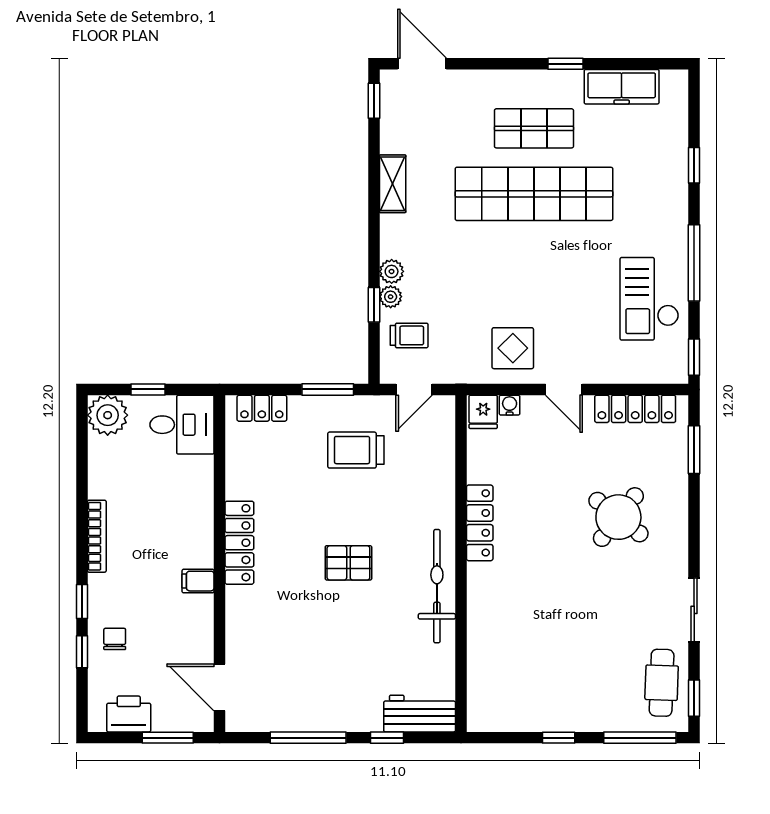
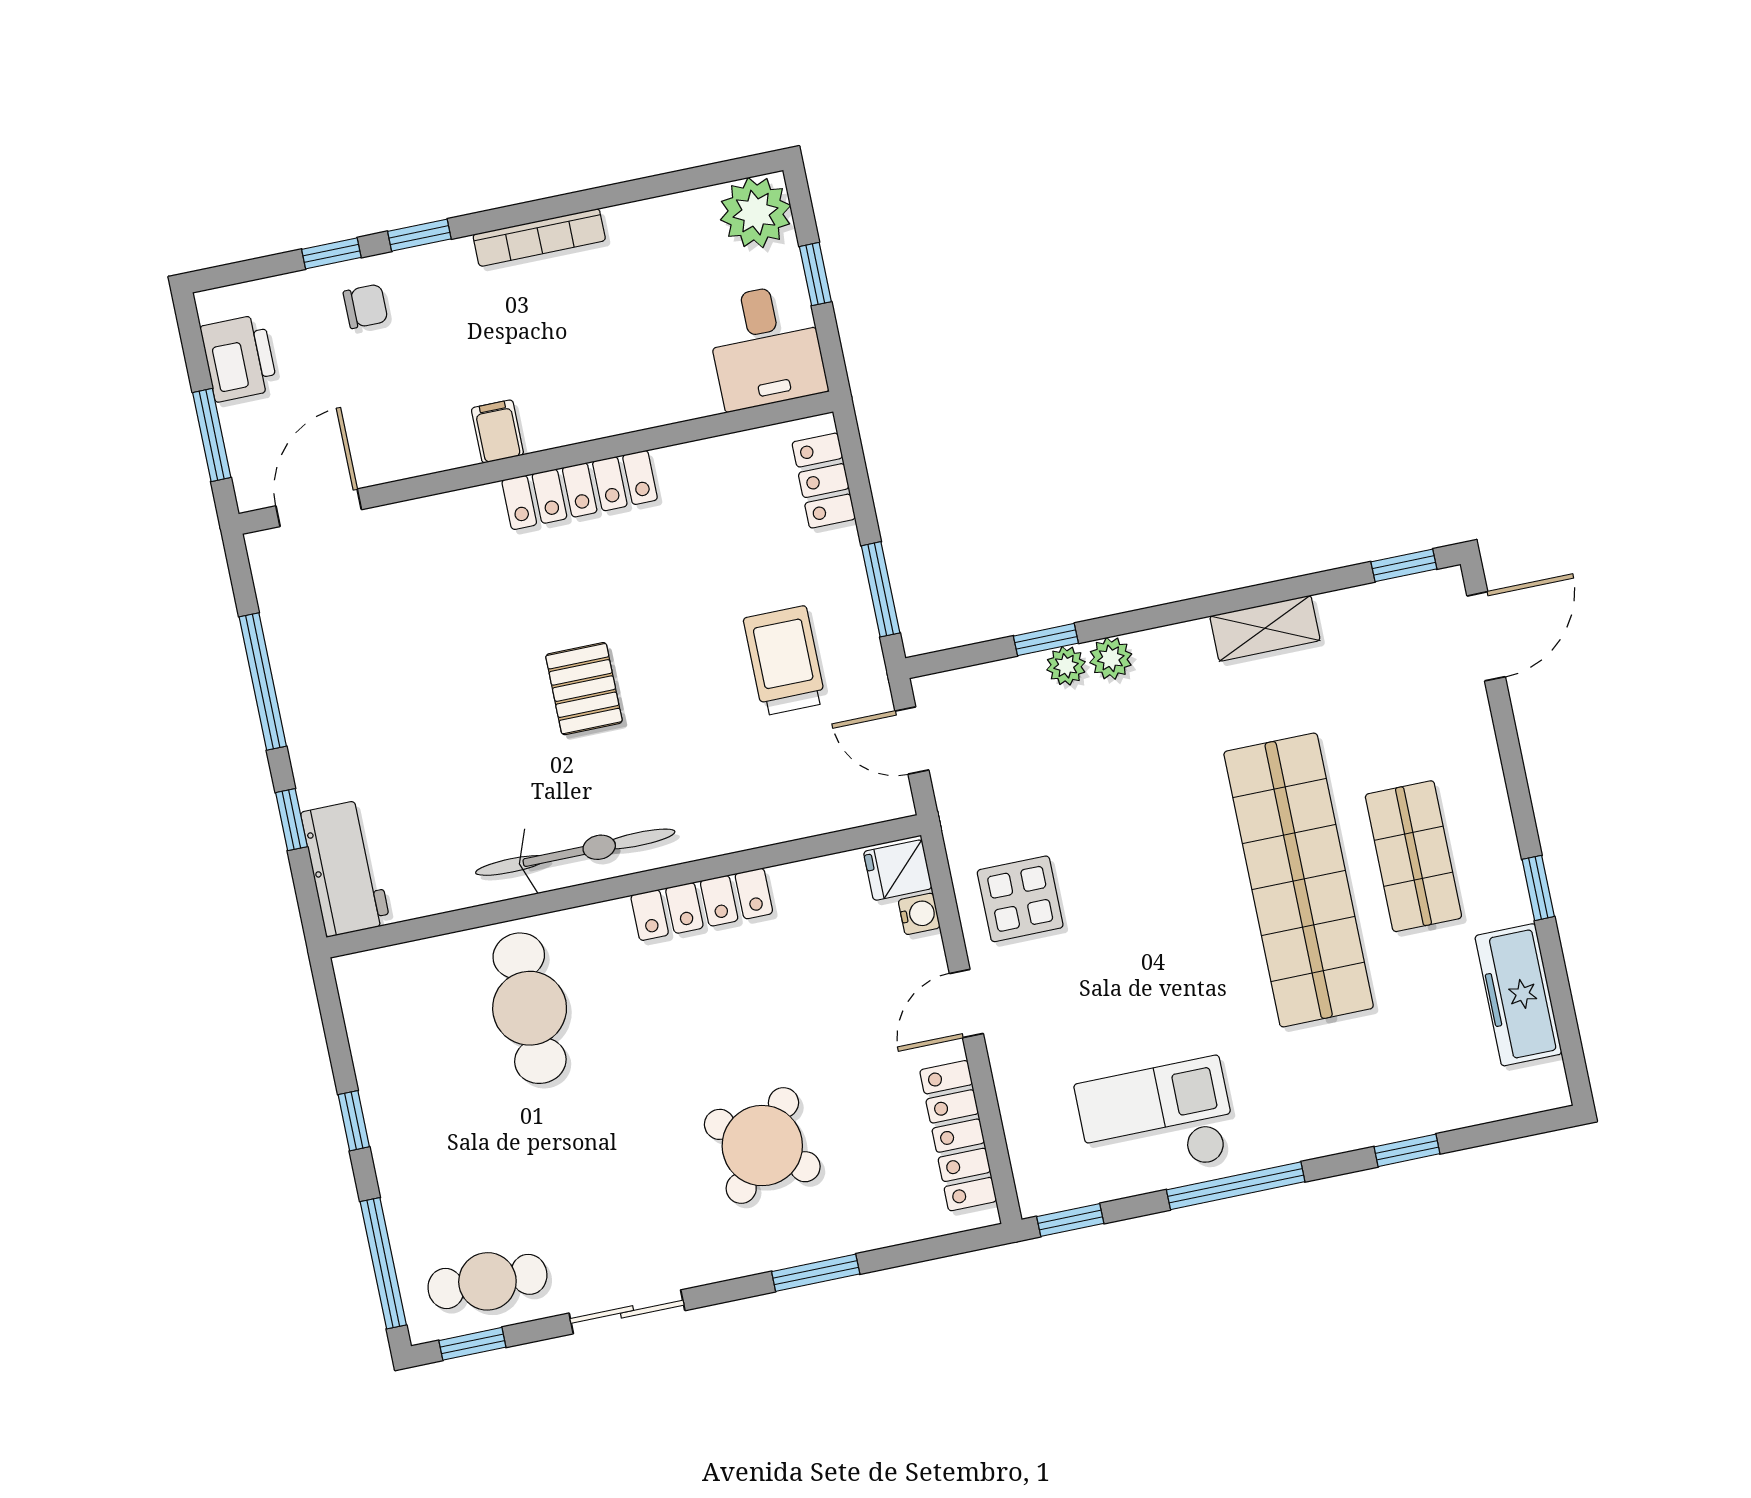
trolley: (409, 335) -> (1005, 712), removed
window: (694, 450) -> (816, 1273), moved
cafe table: (517, 629) -> (530, 1008), added

